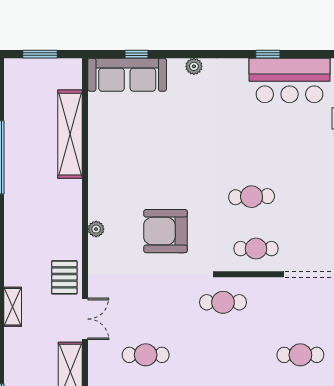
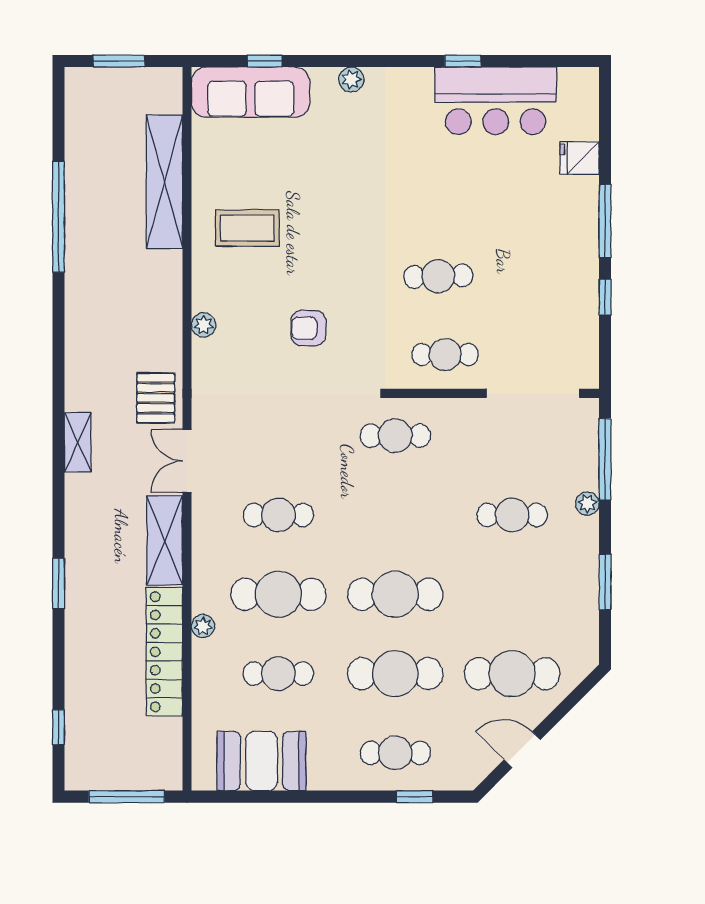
coffee table: (125, 165) -> (247, 228), added
armchair: (166, 231) -> (308, 328), width x0.53, depth x0.53
double door: (85, 319) -> (187, 461), swing flipped

